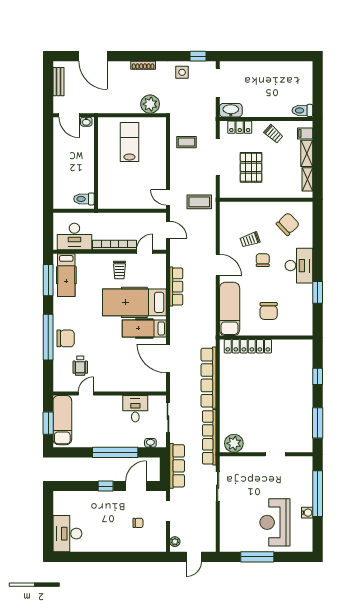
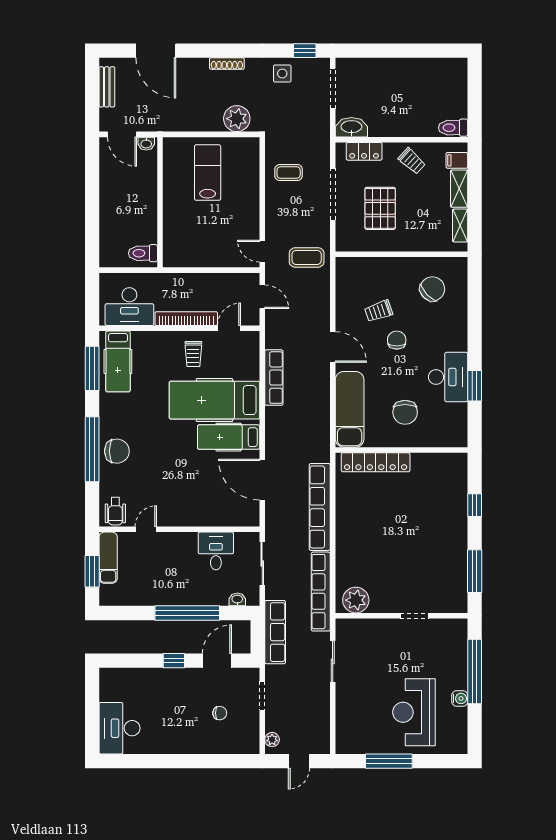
desk: (299, 266) -> (448, 377), moved
wheelchair: (80, 366) -> (115, 511), moved
exam couch: (62, 420) -> (108, 558), width x0.73, depth x0.69

